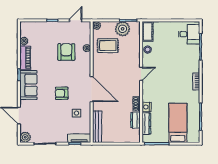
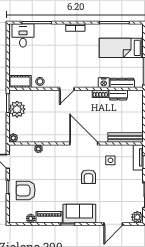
rug: (108, 46) -> (36, 126), removed
armchair: (66, 52) -> (26, 190), moved
door: (141, 74) -> (67, 89), swing flipped
door: (92, 89) -> (84, 144), hinge flipped

